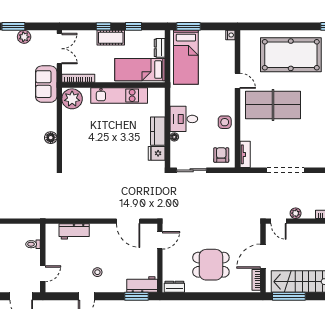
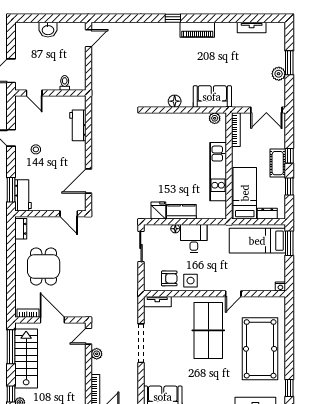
sofa: (46, 84) -> (212, 97), moved
plant: (72, 99) -> (215, 118), width x0.53, depth x0.53
armchair: (221, 155) -> (169, 278), moved

